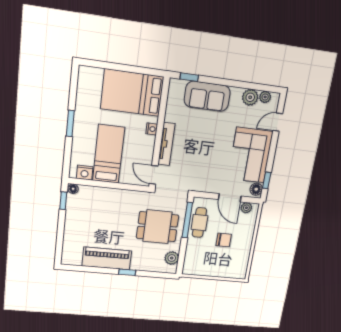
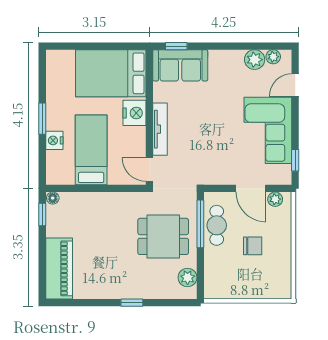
sofa: (207, 96) -> (180, 65), moved
nightstand: (152, 129) -> (134, 113), width x1.89, depth x1.79
nightstand: (85, 173) -> (54, 140), moved, turned 90
floor lamp: (256, 189) -> (284, 173), removed
piano: (107, 258) -> (59, 268), moved, turned 90

